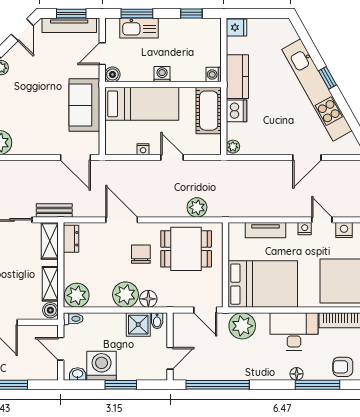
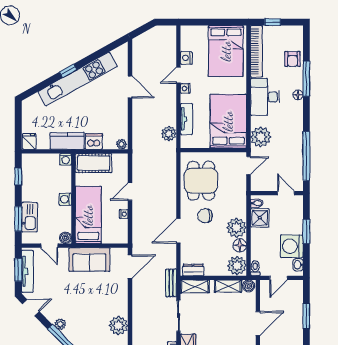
plant: (197, 207) -> (169, 134), moved
floor lamp: (148, 299) -> (240, 245), moved

